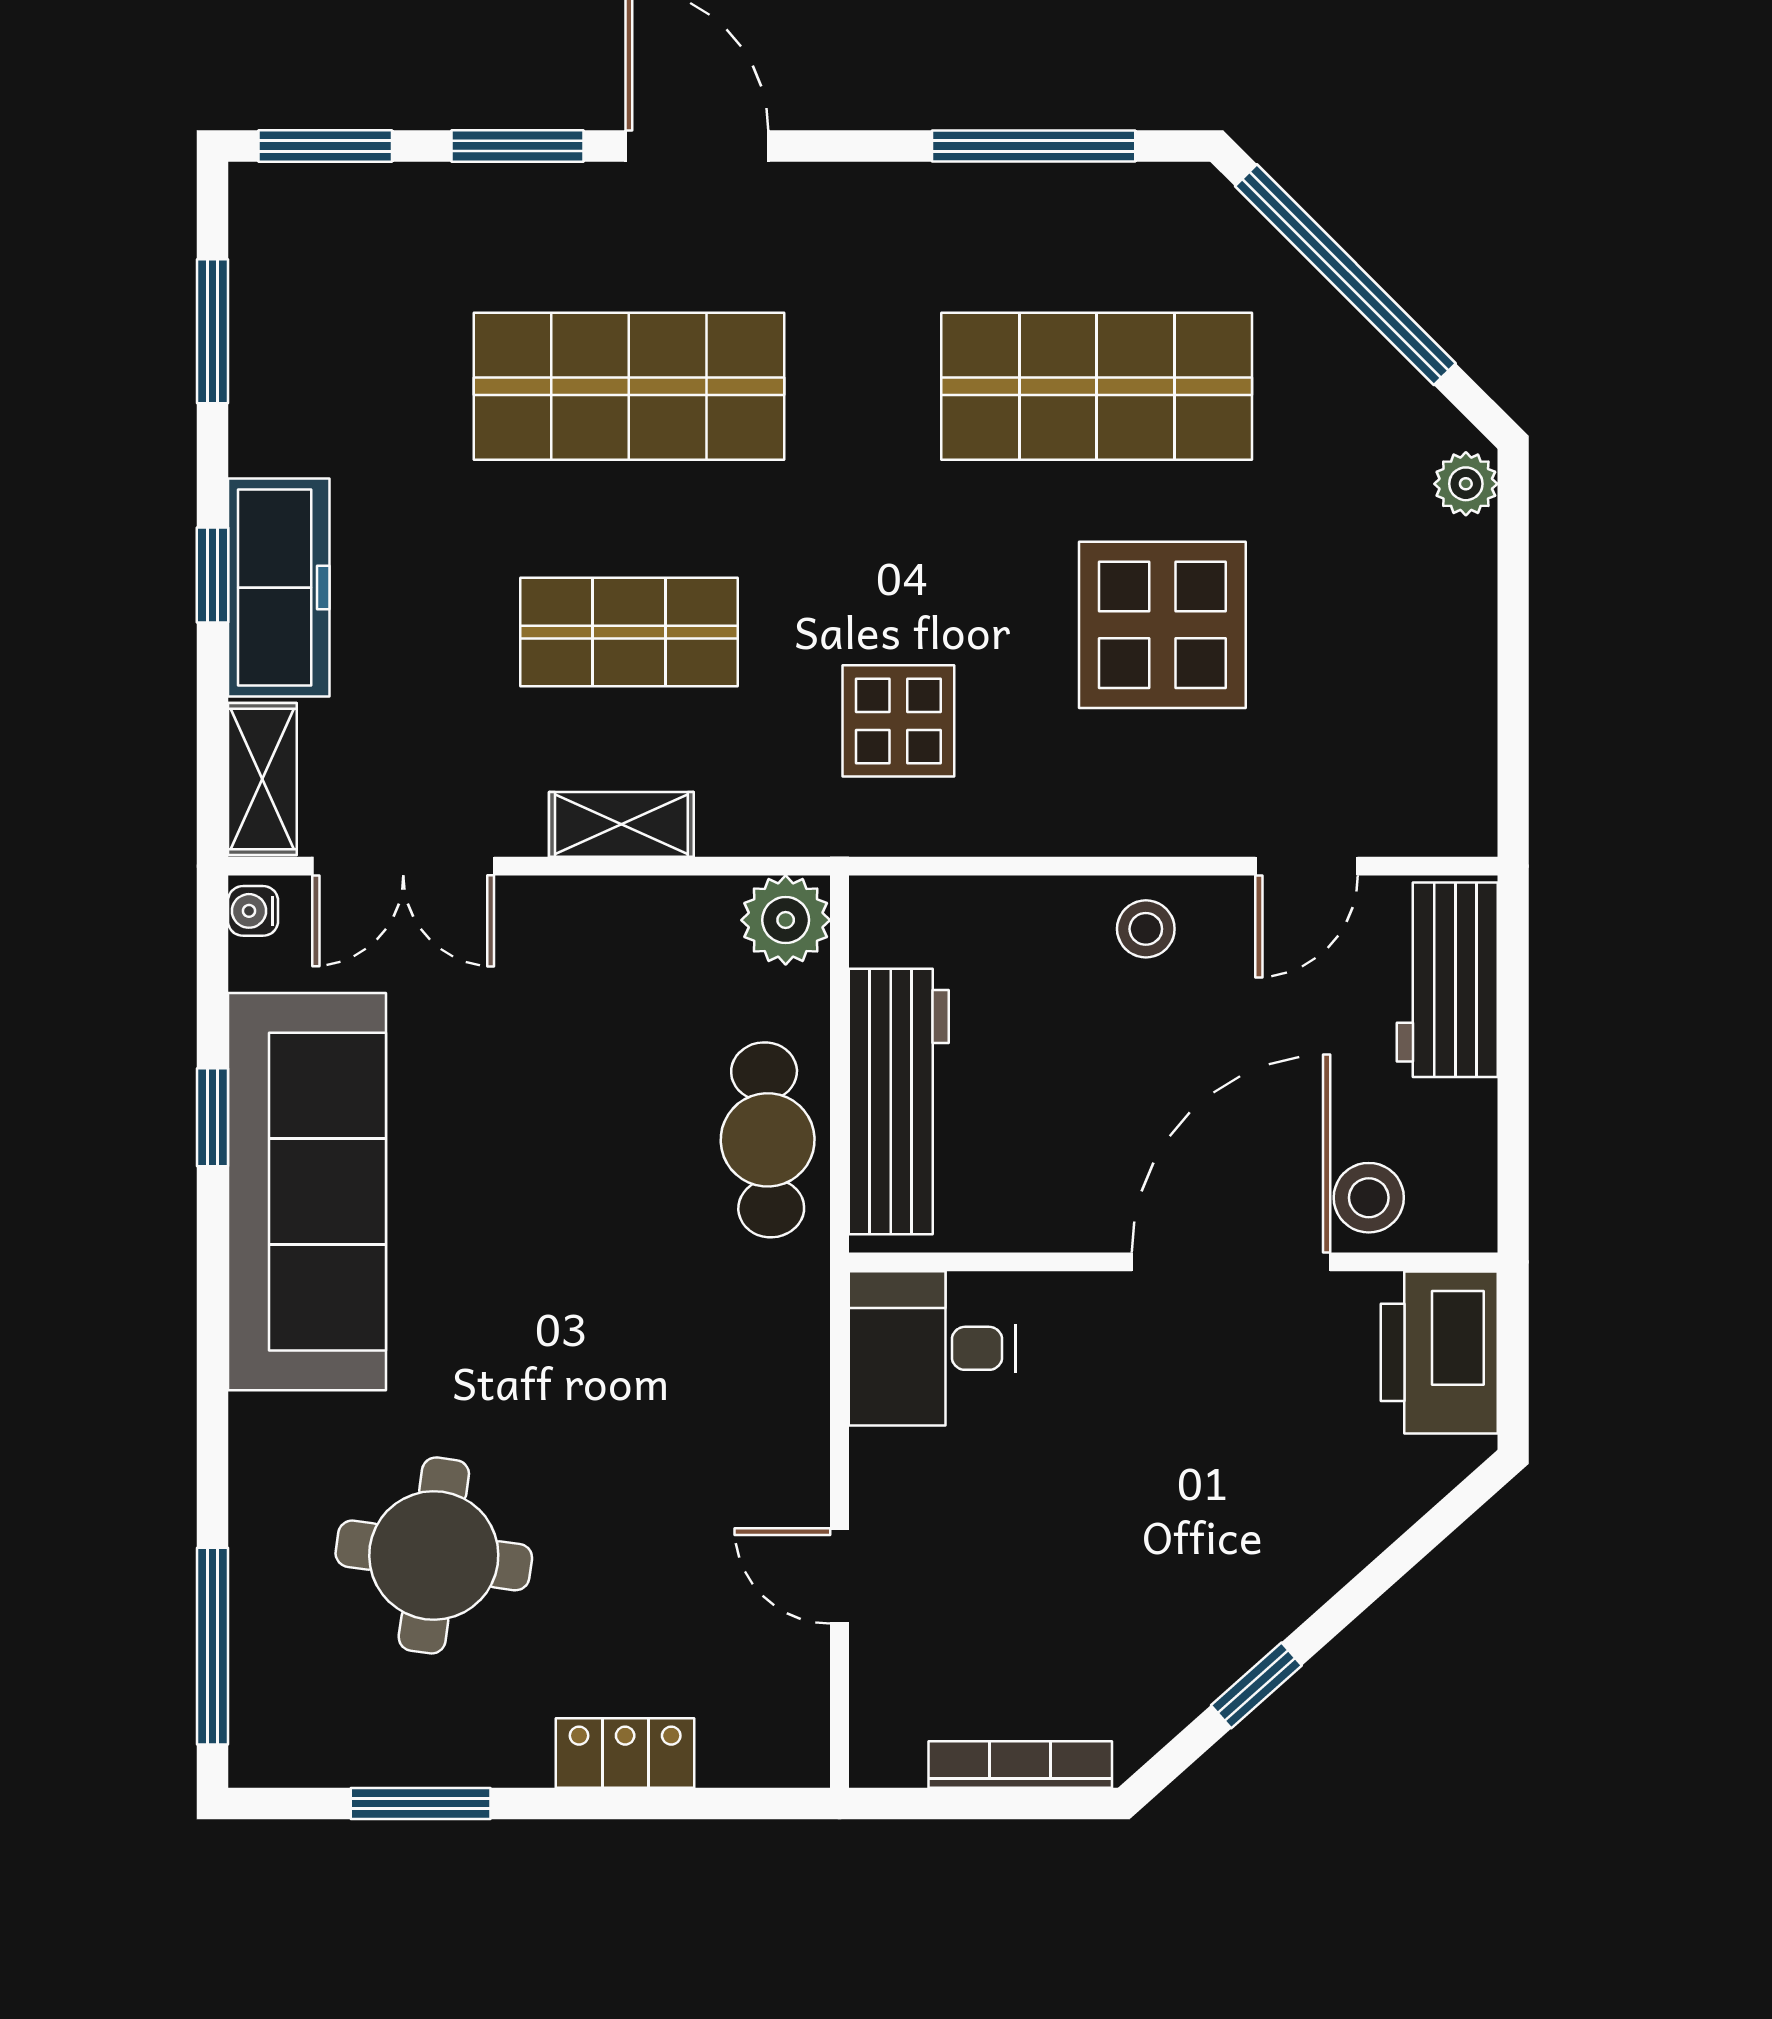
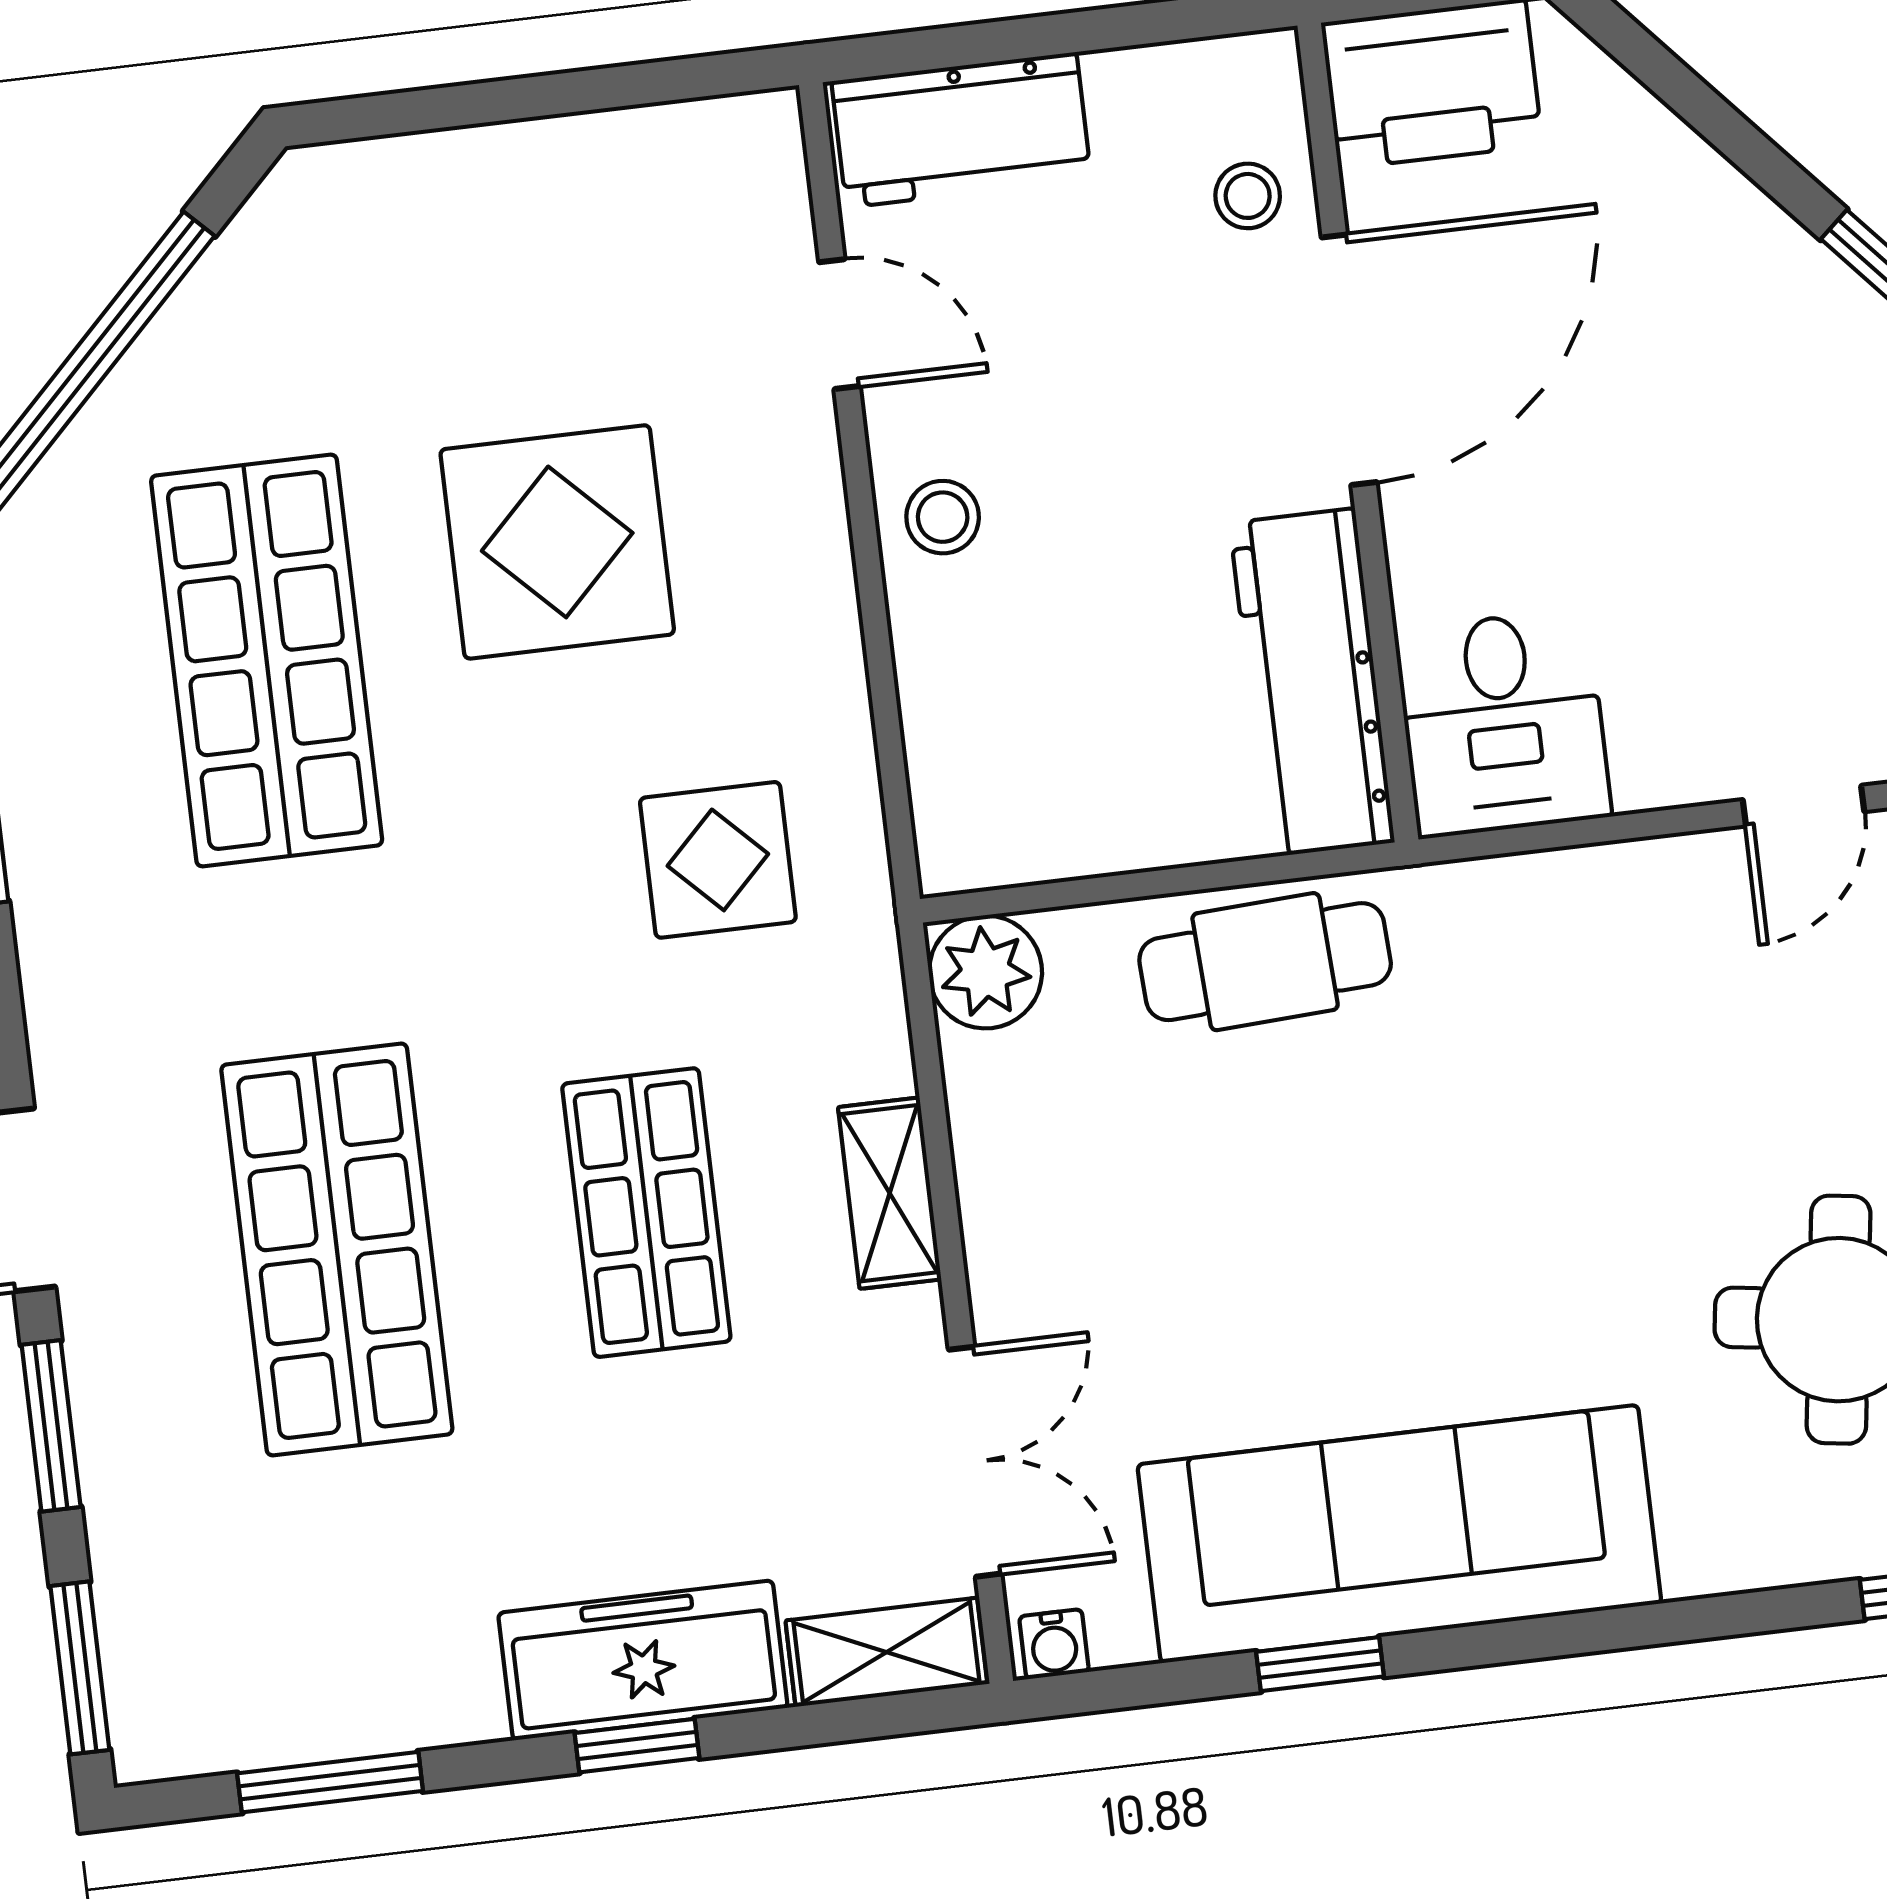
plant: (1466, 484) -> (334, 181), removed
workbench: (899, 1102) -> (1312, 683), moved, turned -90
stool: (1369, 1198) -> (1248, 196), width x0.73, depth x0.73
door: (1231, 1262) -> (1349, 360), swing flipped

